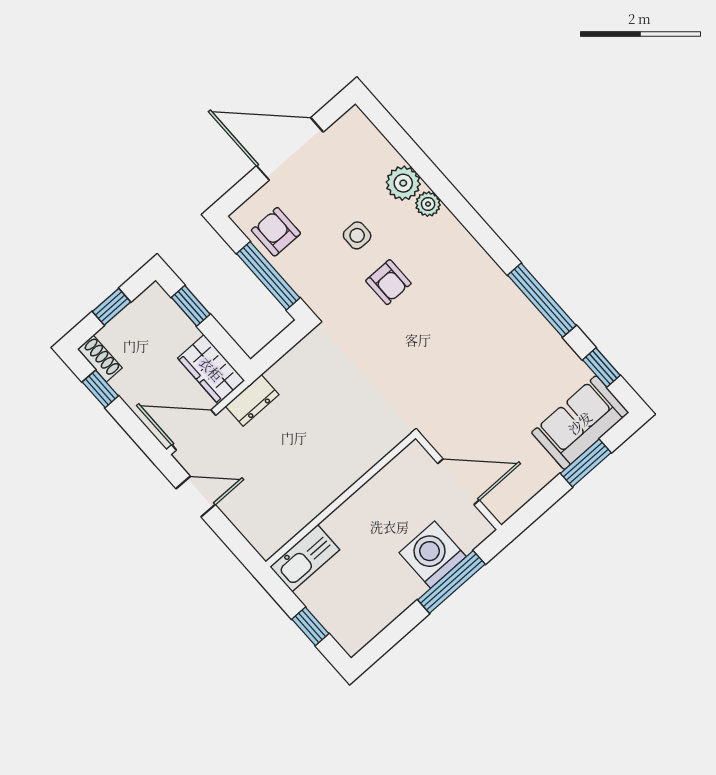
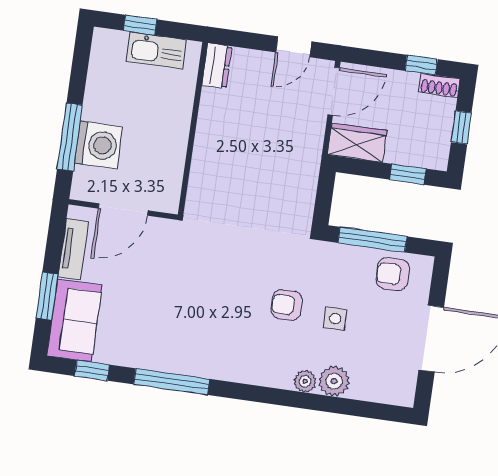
armchair: (276, 232) -> (393, 274), turned 180
dresser: (252, 400) -> (217, 66), moved, turned 180
tv unit: (529, 484) -> (73, 249), added
kitchen sink: (305, 558) -> (156, 51), moved, turned -90

